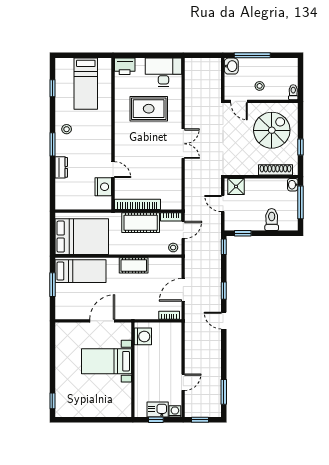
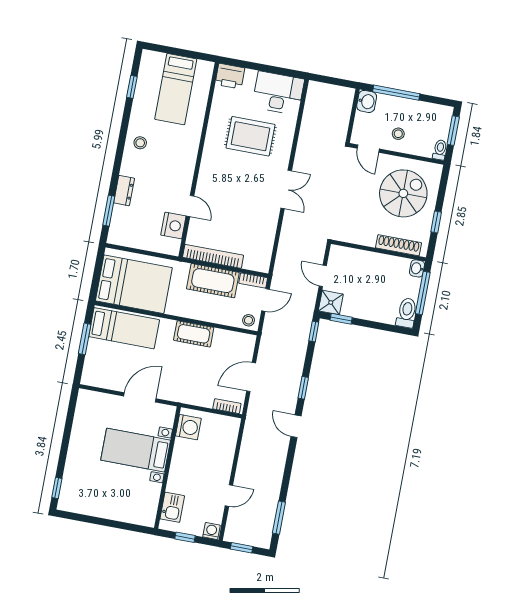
window: (301, 76) -> (453, 131), added
window: (52, 144) -> (109, 211), moved
shower: (236, 187) -> (331, 302), moved
toilet: (272, 220) -> (407, 313), moved
kitchen sink: (158, 410) -> (172, 507), moved, turned 90

